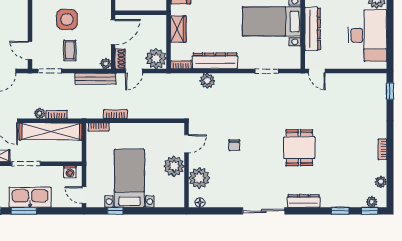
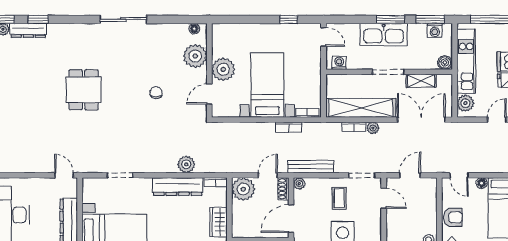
bed with nightstands: (129, 178) -> (267, 85), moved, turned 180
dresser: (304, 201) -> (28, 30), moved

